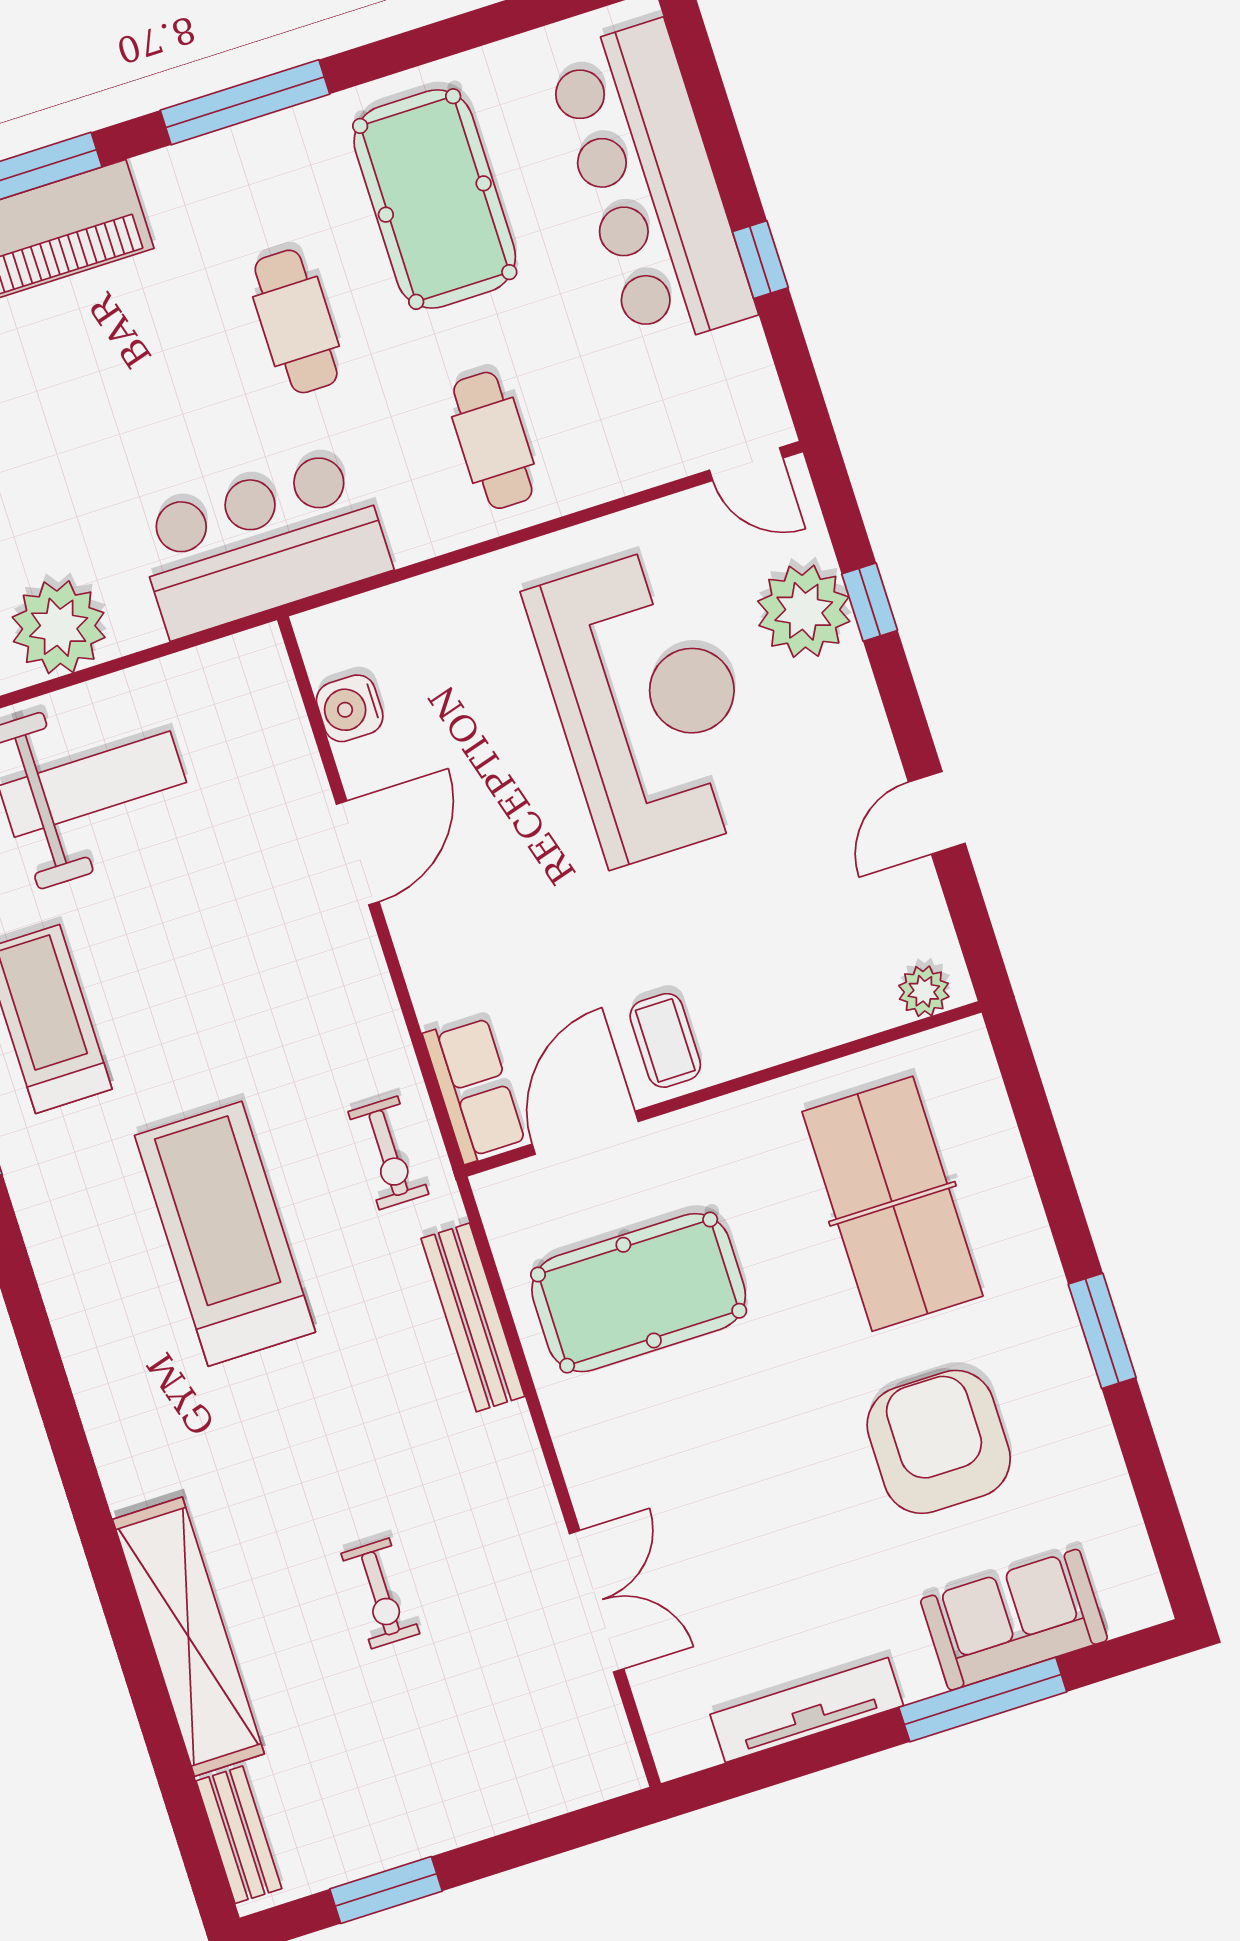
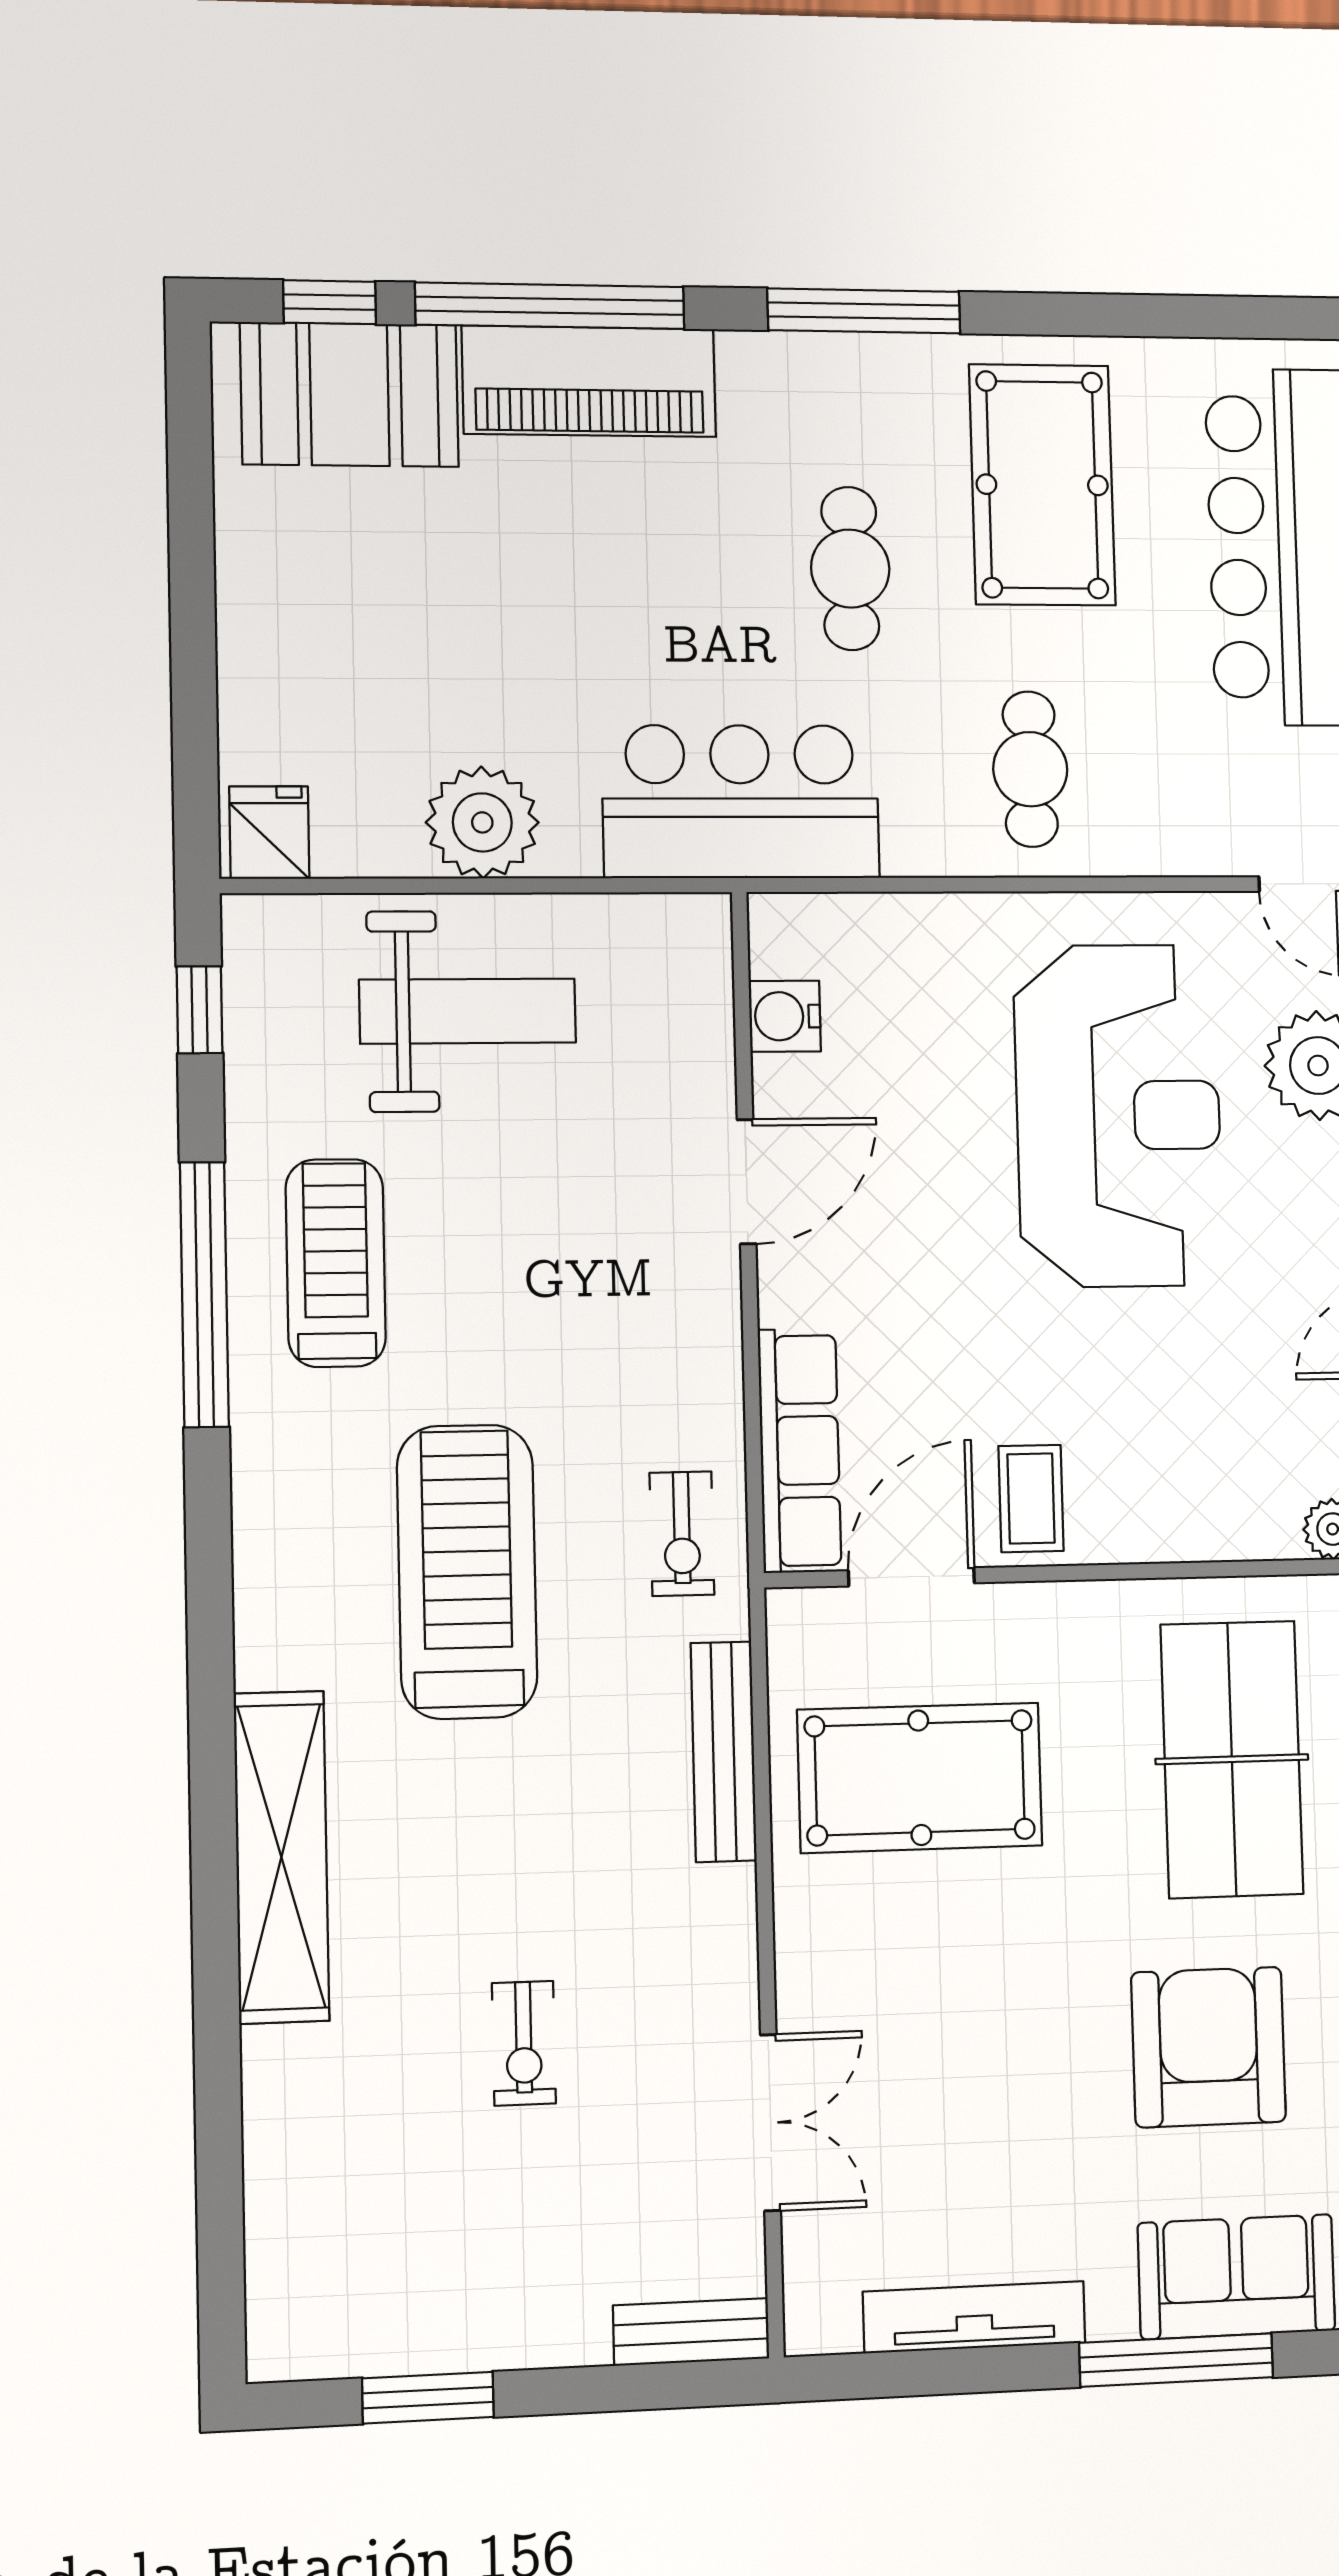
row of seats: (474, 1089) -> (800, 1451), width x1.48
shelving: (188, 1637) -> (281, 1857), moved
bench: (239, 1835) -> (691, 2332), moved, turned 90

